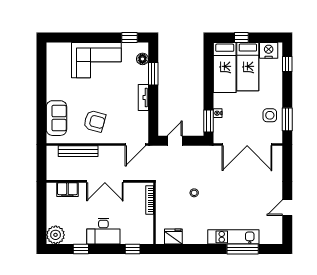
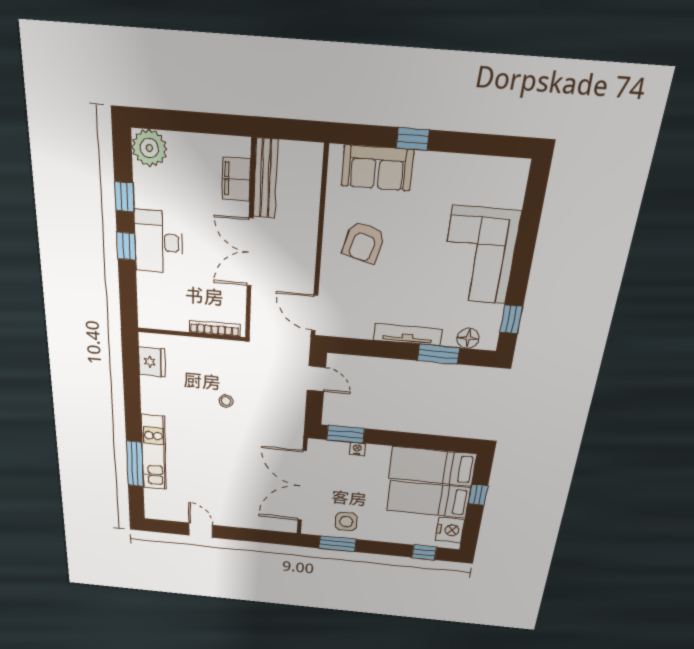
tv unit: (143, 98) -> (408, 335), width x1.41
window: (41, 102) -> (413, 139), added
bench: (78, 151) -> (265, 179), moved
window: (133, 249) -> (126, 246), moved

